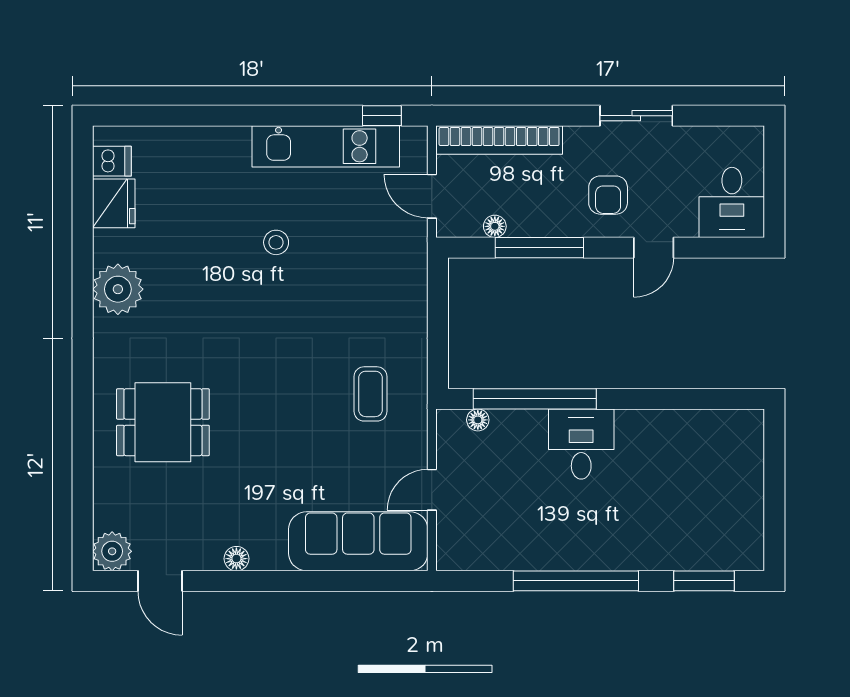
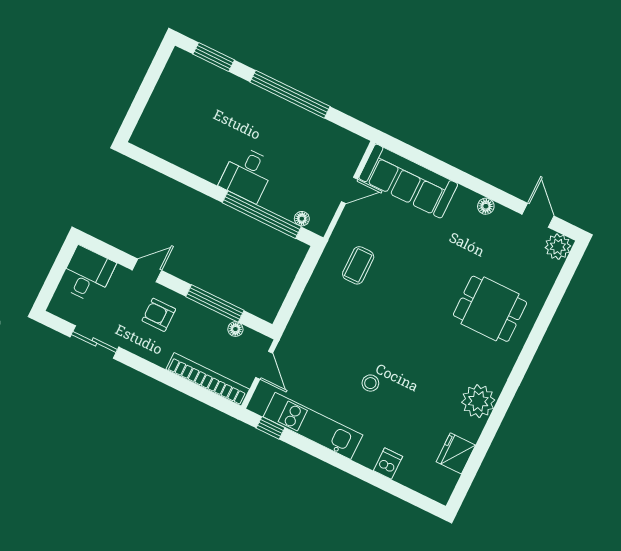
sliding door: (636, 116) -> (94, 342), moved
dishwasher: (112, 161) -> (388, 464), moved, turned 90
armchair: (608, 195) -> (159, 315), turned -90

